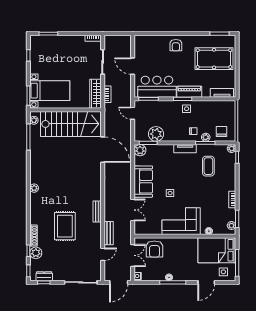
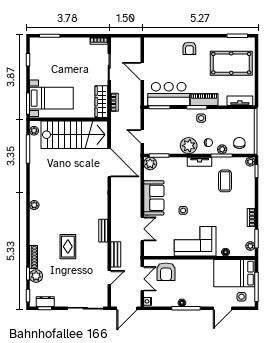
door: (133, 113) -> (142, 136), moved
plant: (156, 134) -> (189, 146), moved
rug: (65, 226) -> (68, 247), width x0.73, depth x0.70

